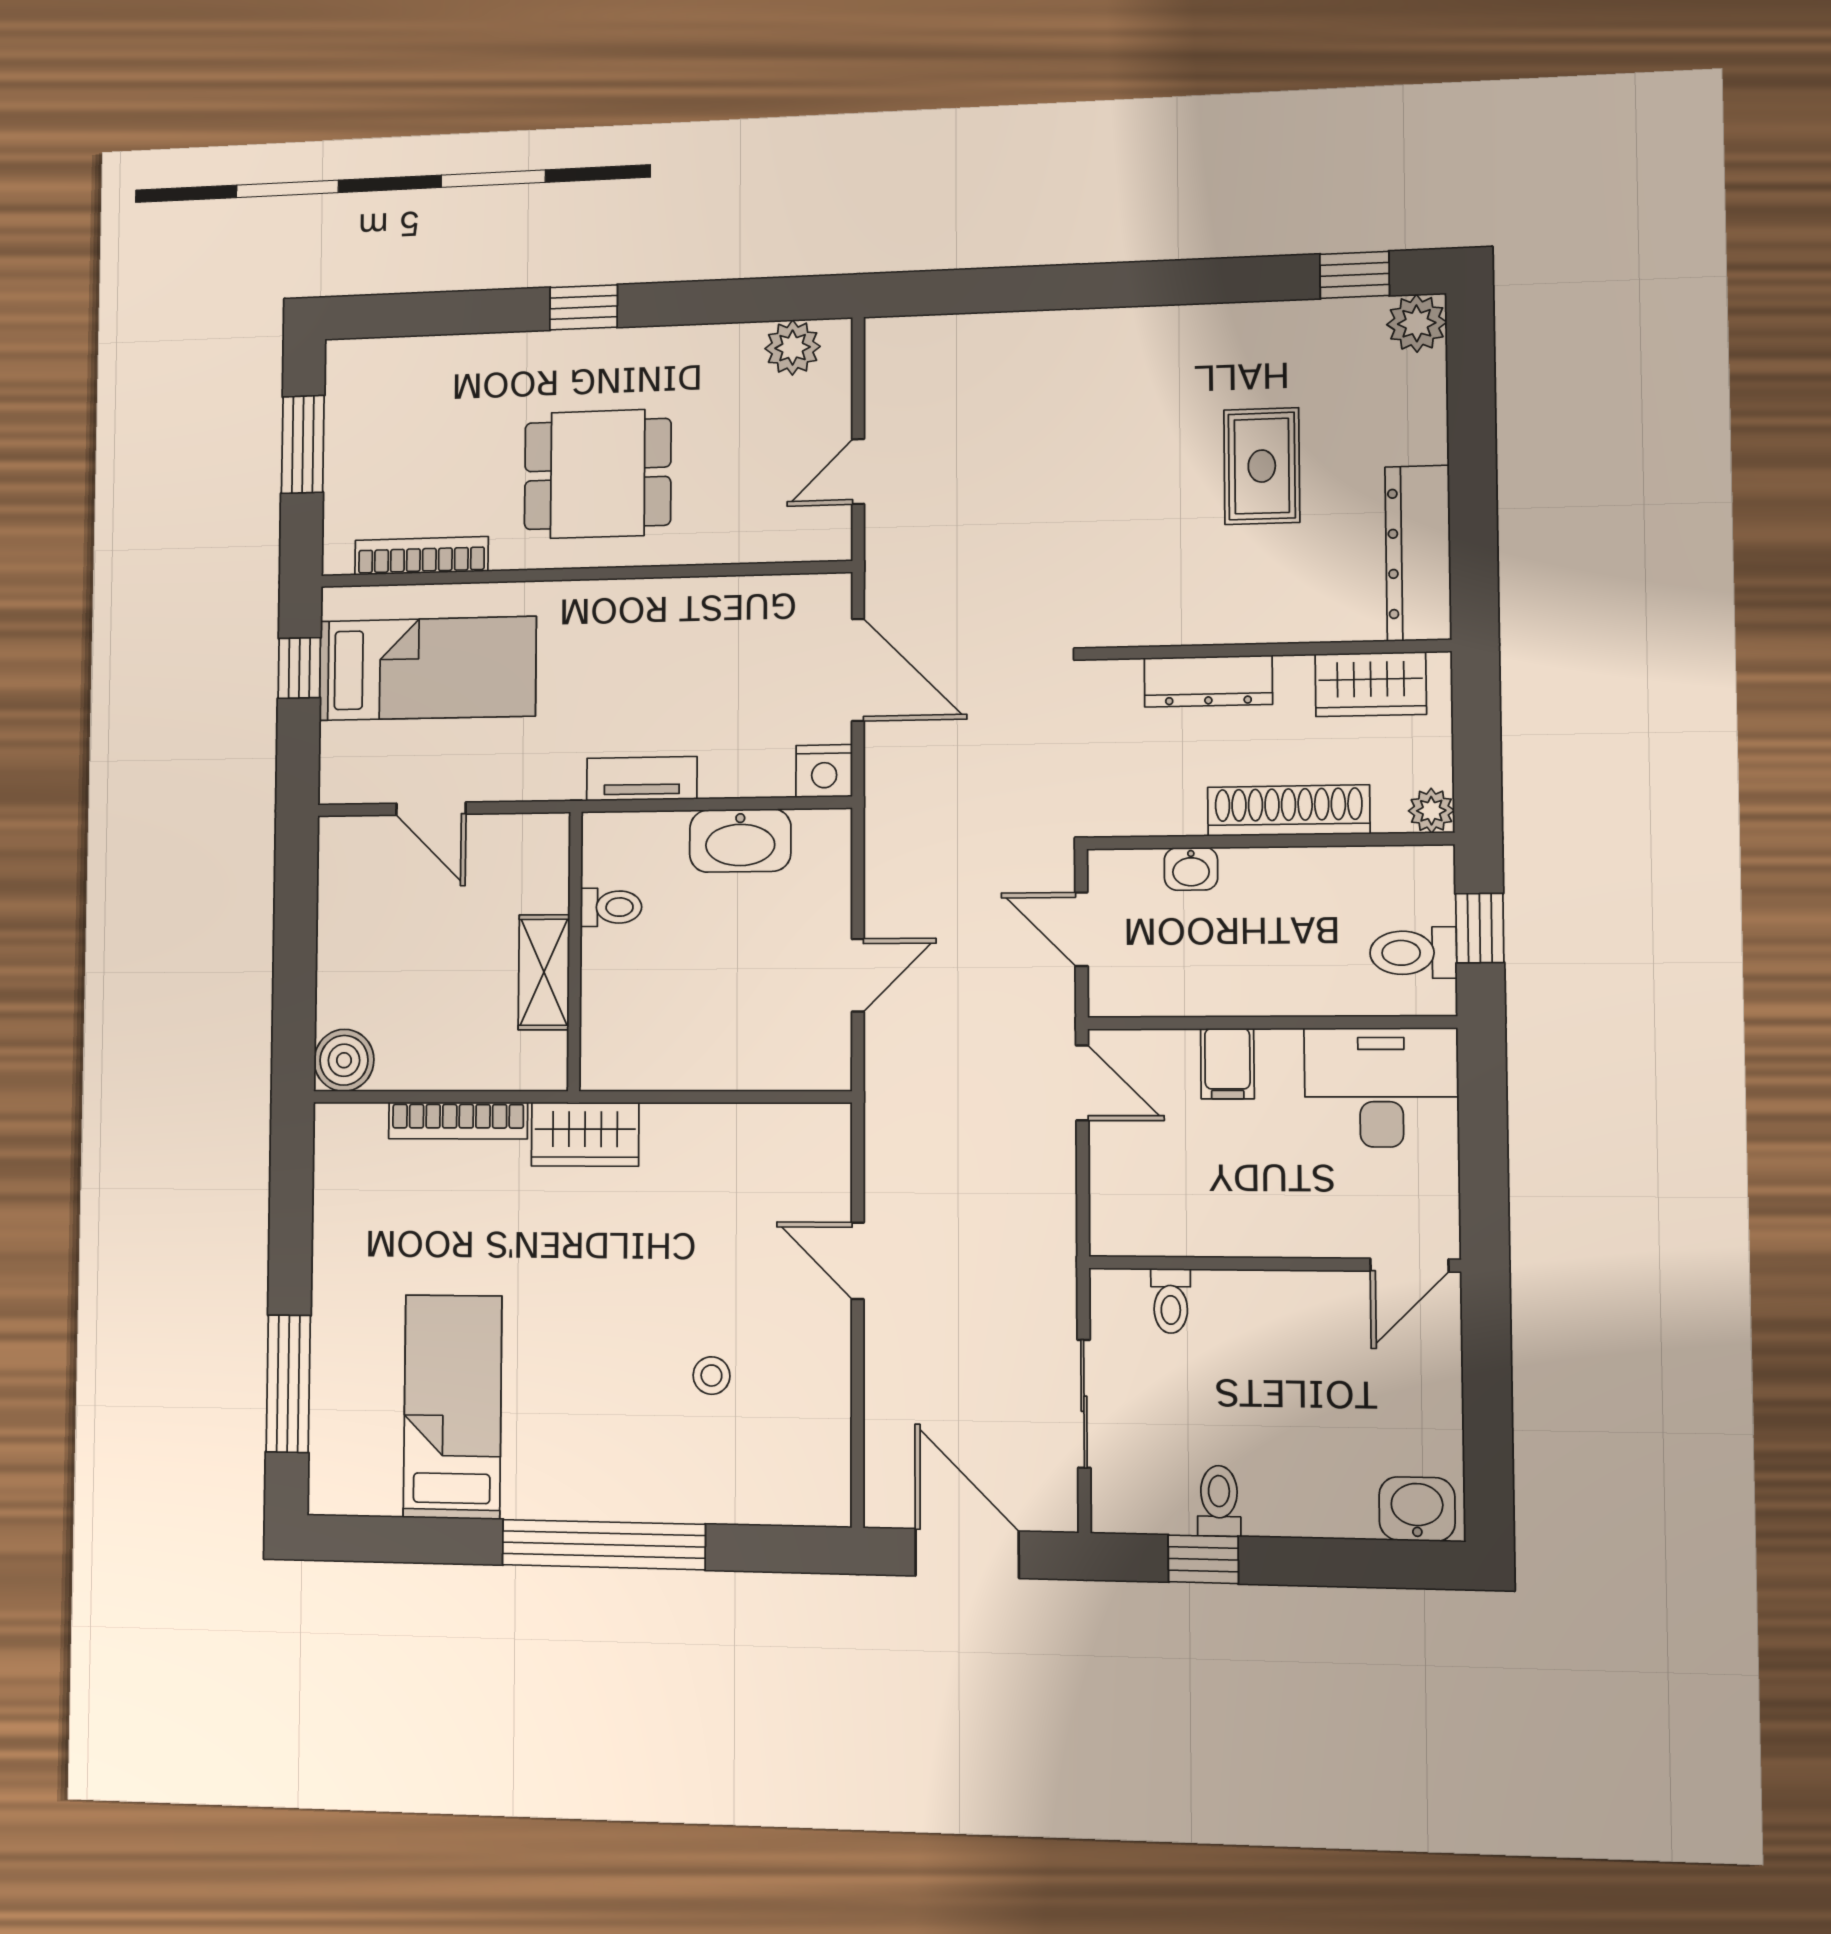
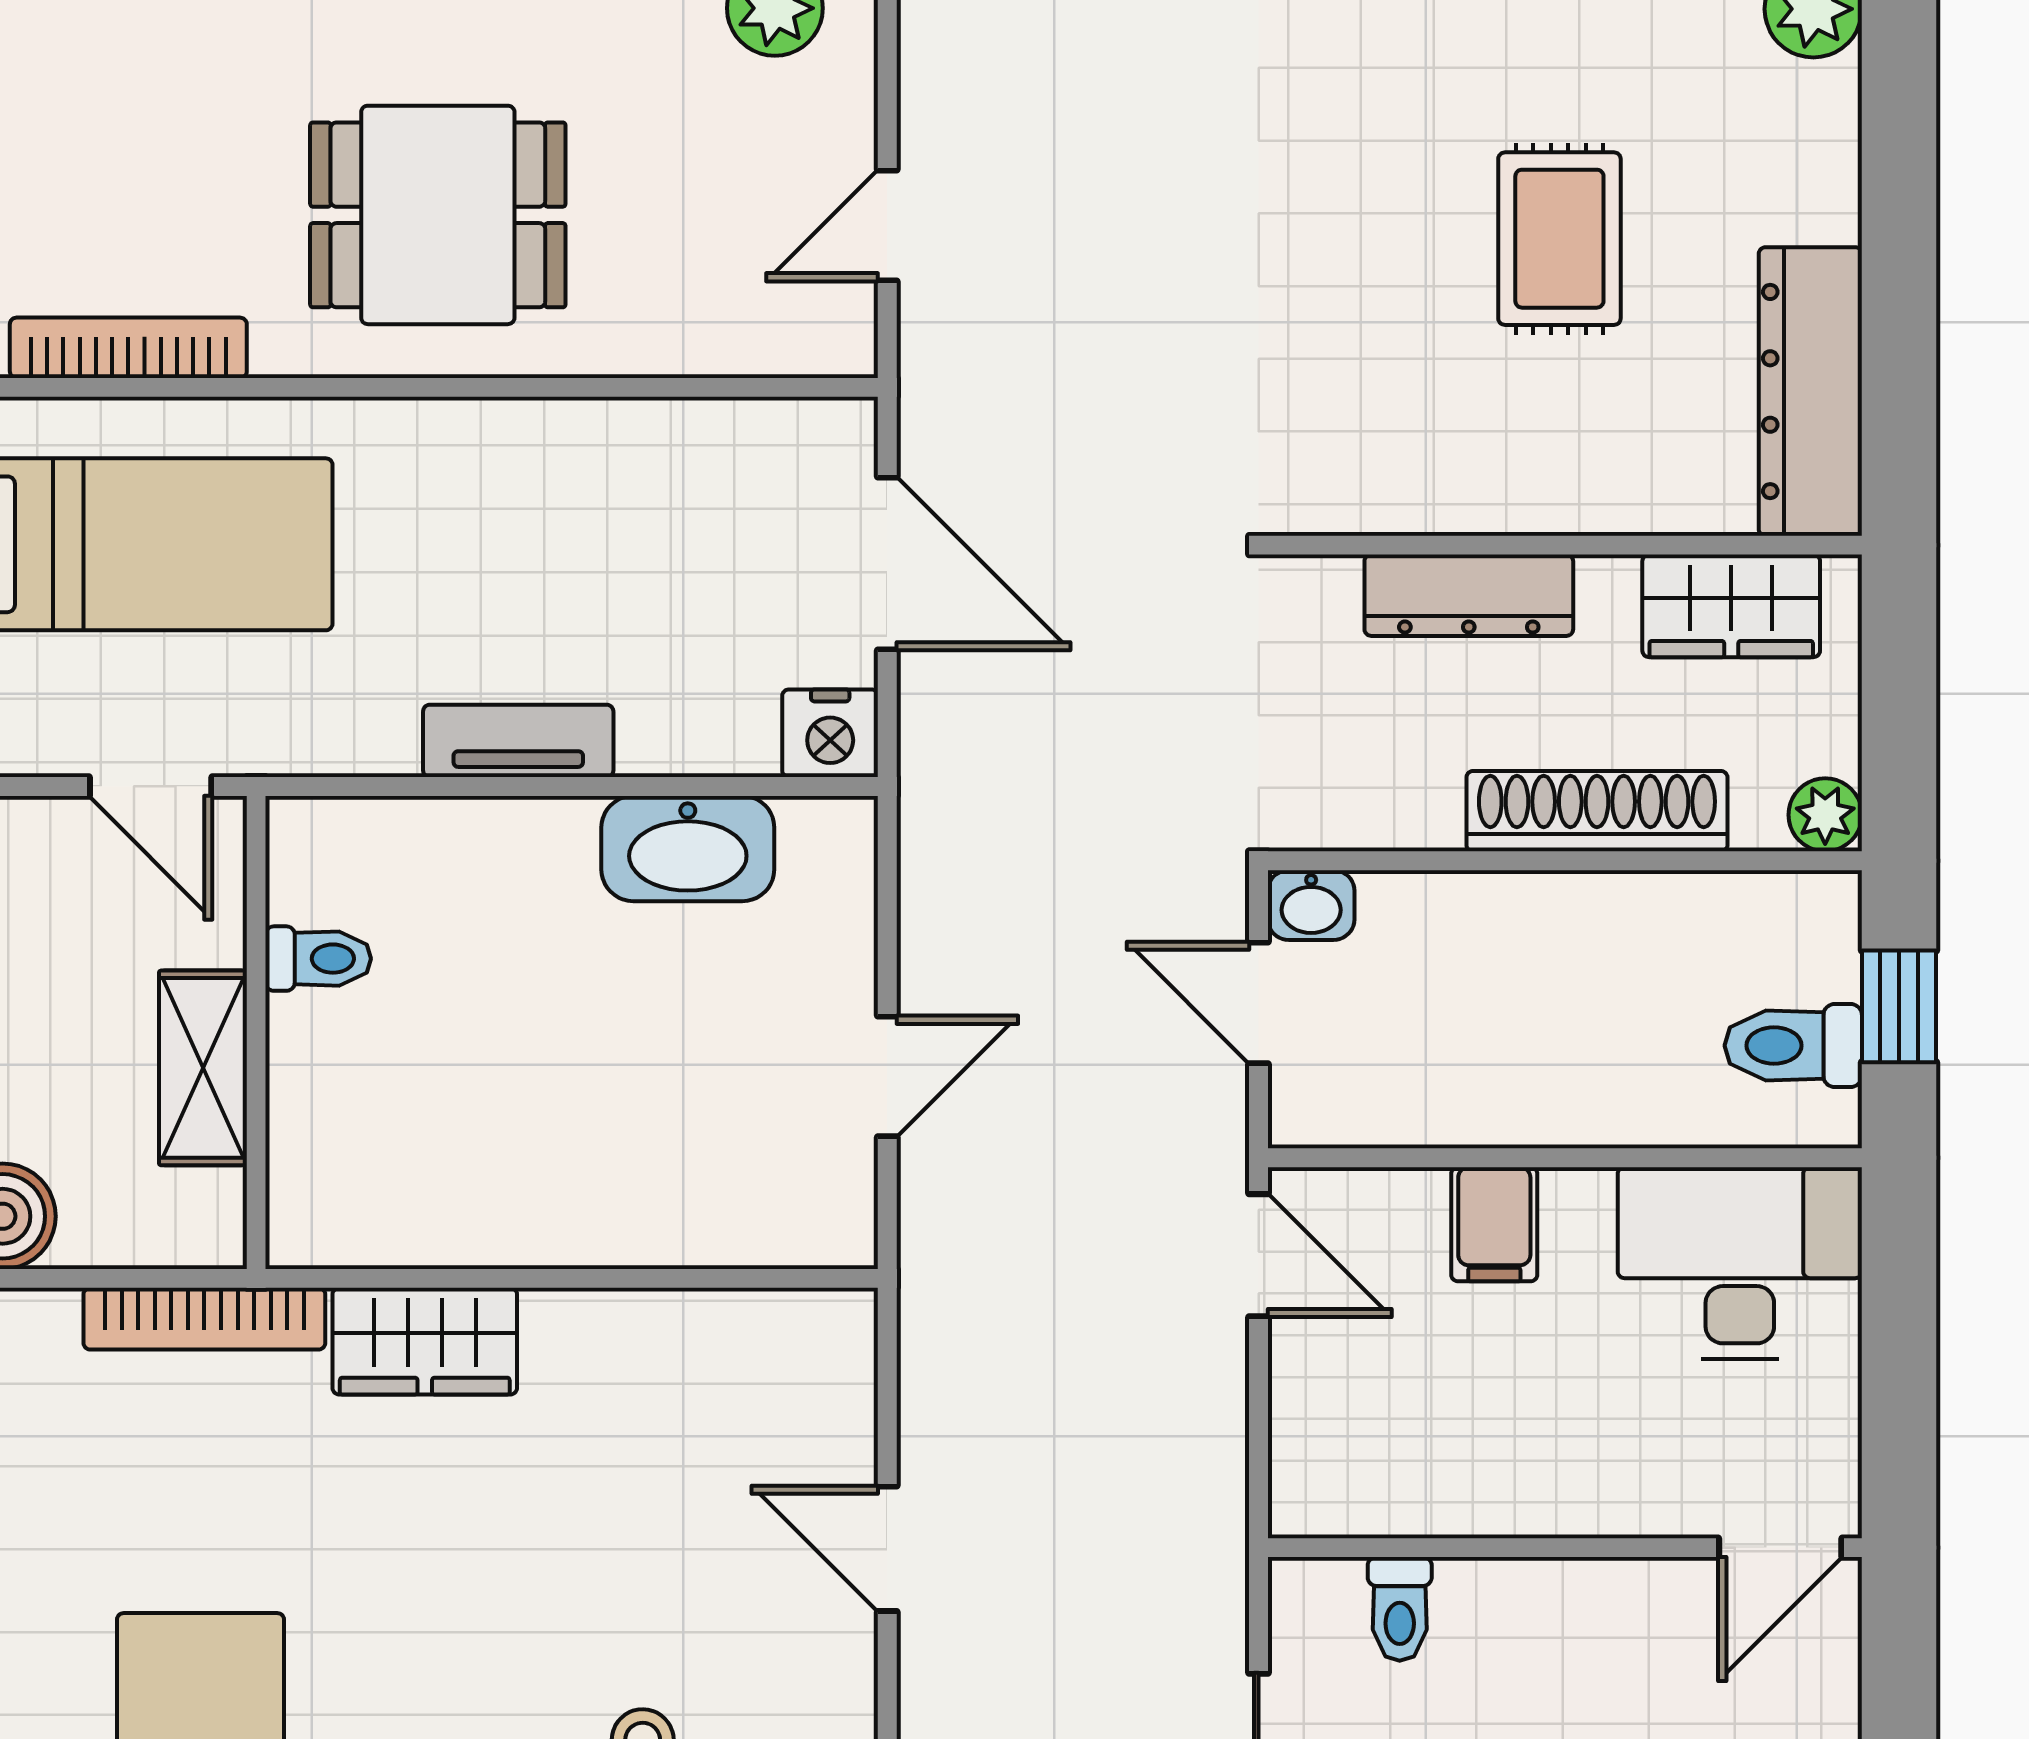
washbasin: (1191, 869) -> (1311, 905), moved
toilet: (611, 907) -> (318, 959), moved
wall: (575, 951) -> (256, 1032), moved
shelving: (544, 972) -> (203, 1068), moved

